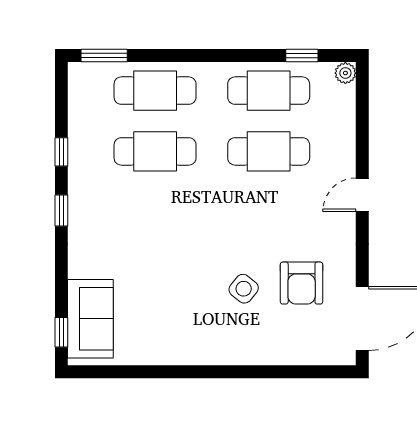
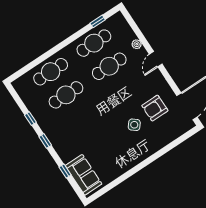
window: (104, 56) -> (22, 71), removed
plant: (345, 73) -> (137, 44), moved
armchair: (302, 283) -> (155, 108), turned 90
window: (61, 332) -> (65, 171), moved

